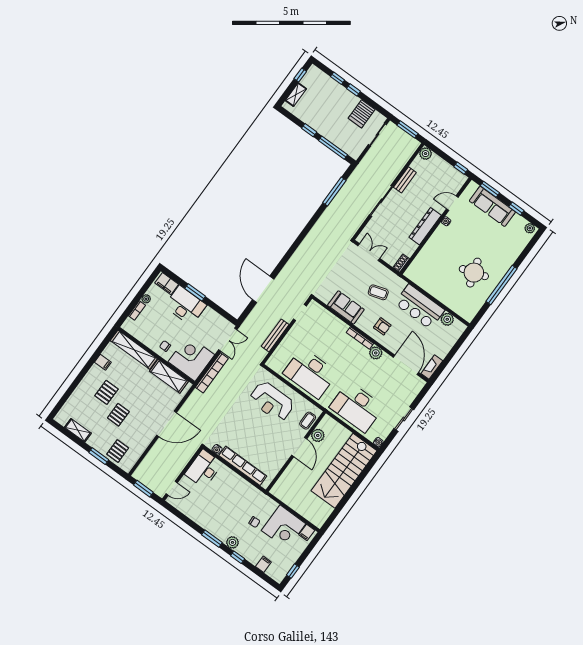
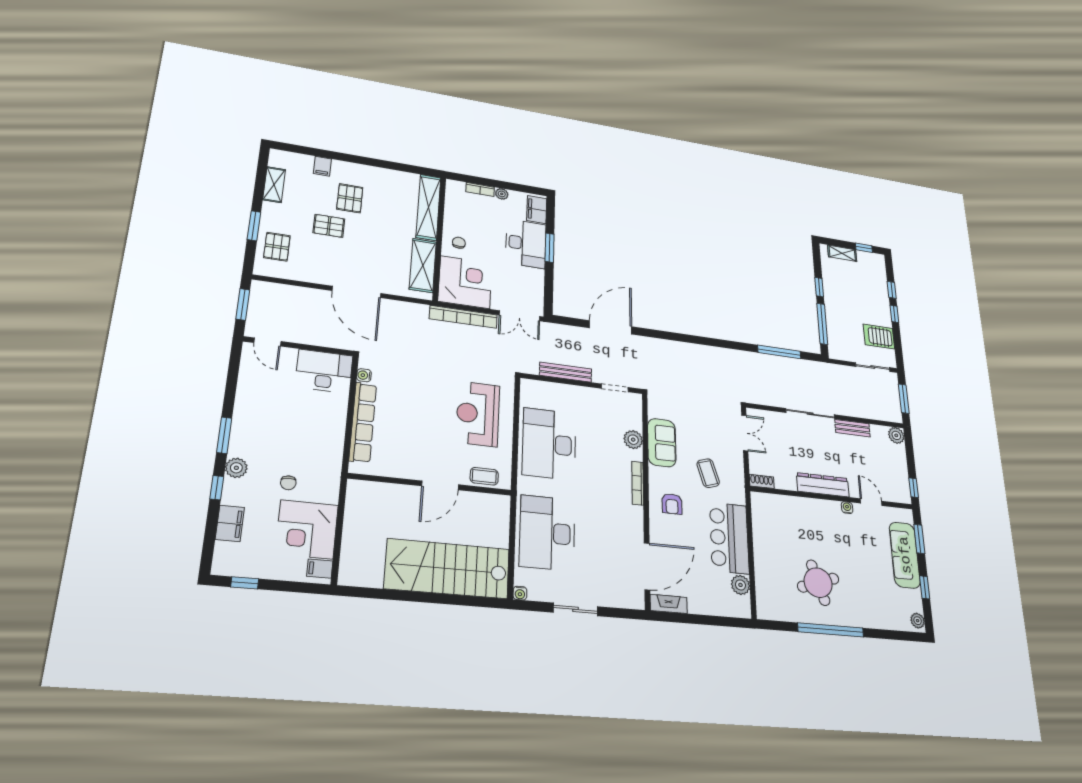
plant: (376, 353) -> (633, 440), moved
filing cabinet: (103, 362) -> (322, 166), moved
pallet: (106, 392) -> (350, 198), turned 90
plant: (318, 435) -> (473, 502), removed
pallet: (118, 451) -> (277, 247), turned 90
filing cabinet: (263, 564) -> (230, 523), width x2.00

